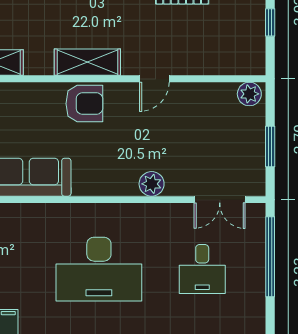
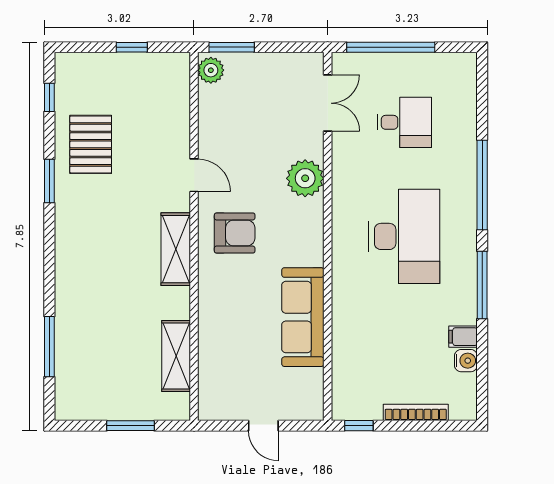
armchair: (84, 104) -> (235, 233), moved, turned 90
window: (270, 147) -> (232, 47), moved
plant: (152, 184) -> (305, 178), width x1.36, depth x1.36

